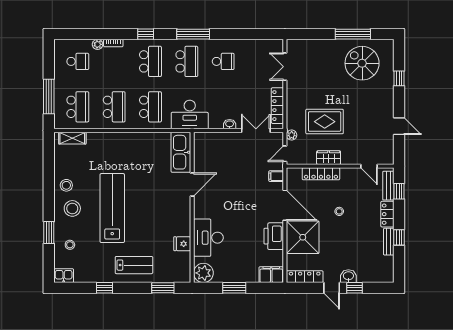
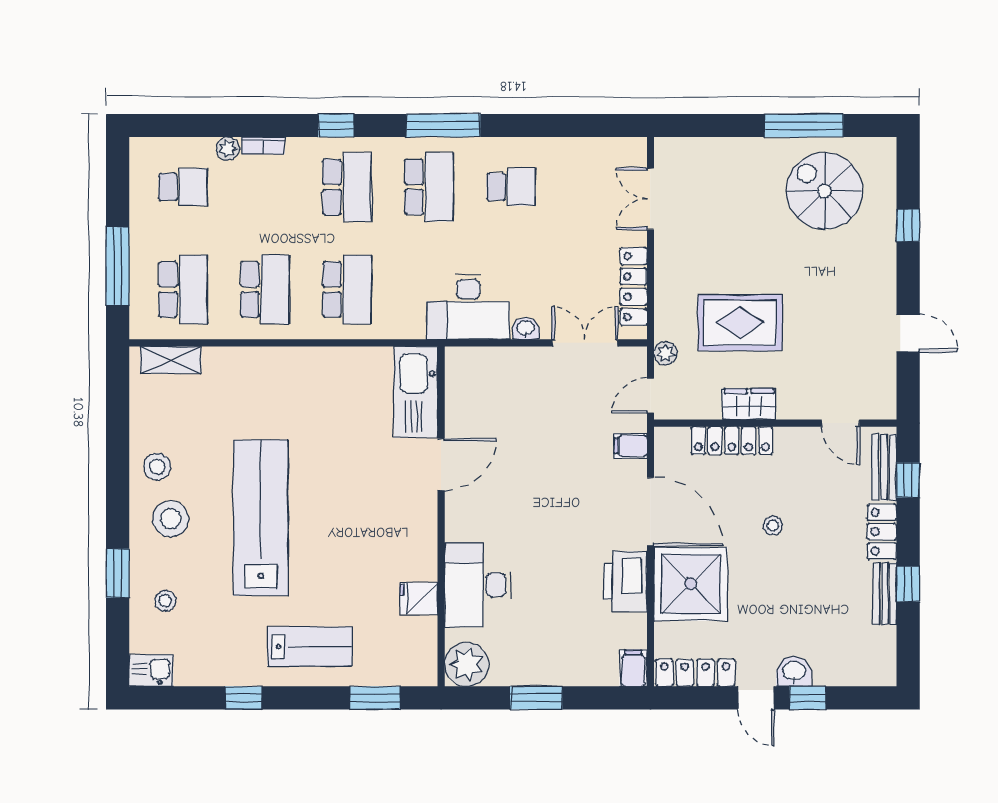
desk: (190, 115) -> (468, 307), moved
filing cabinet: (271, 275) -> (633, 668), width x0.50

